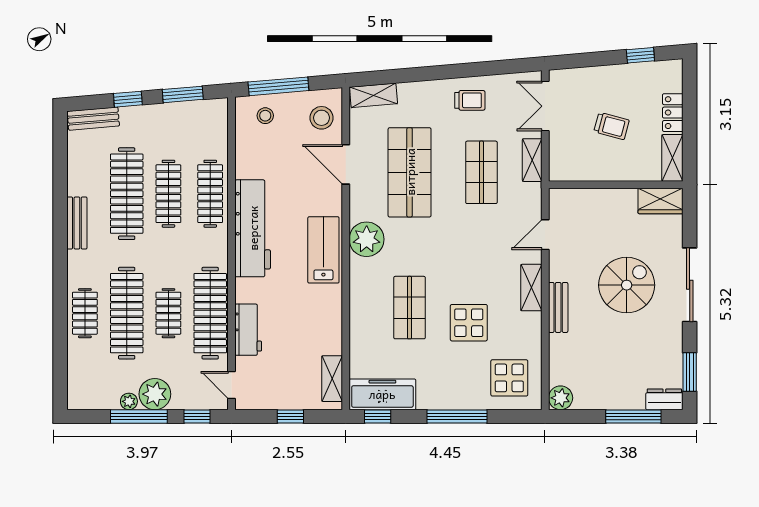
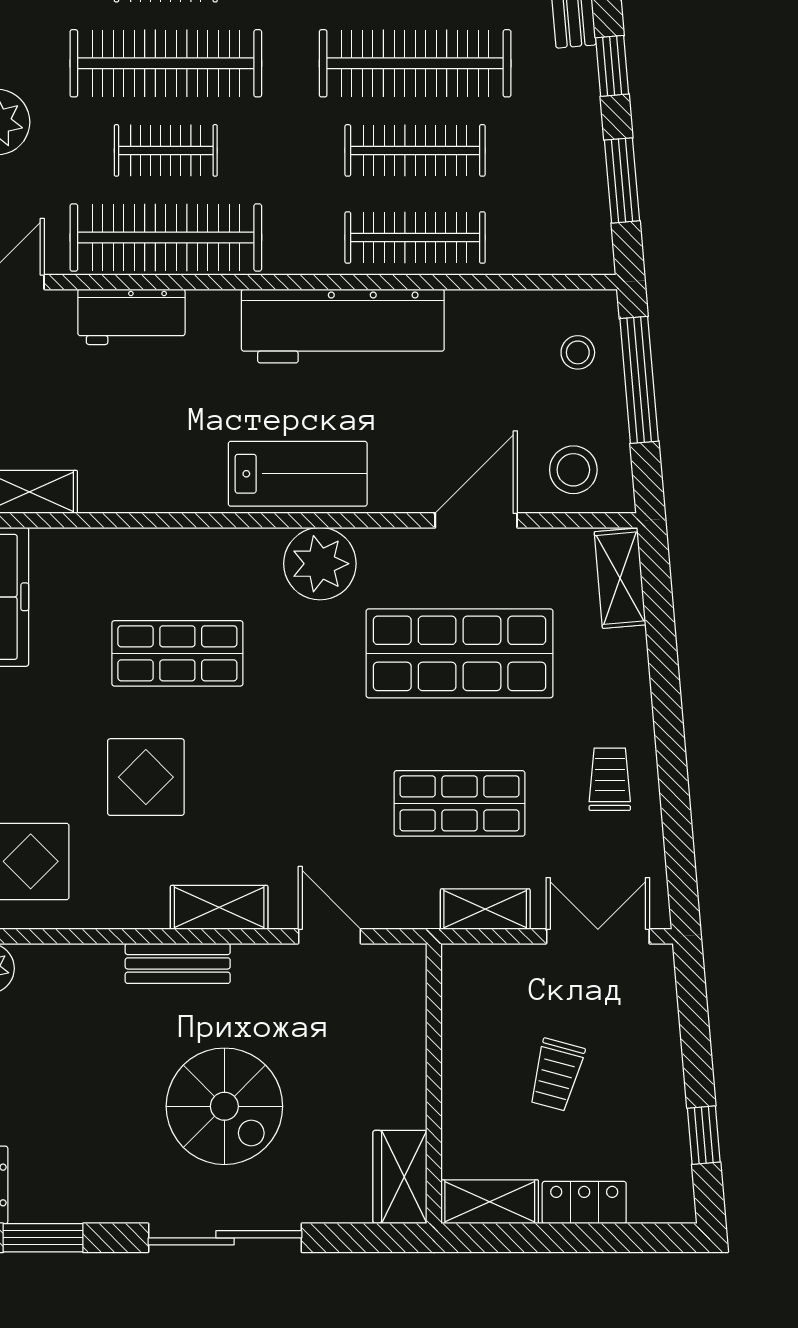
trolley: (470, 100) -> (610, 779), turned 180

